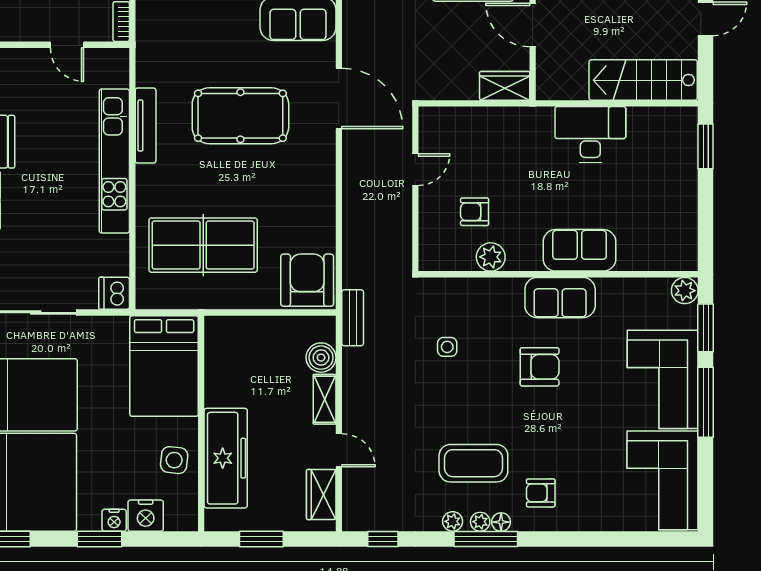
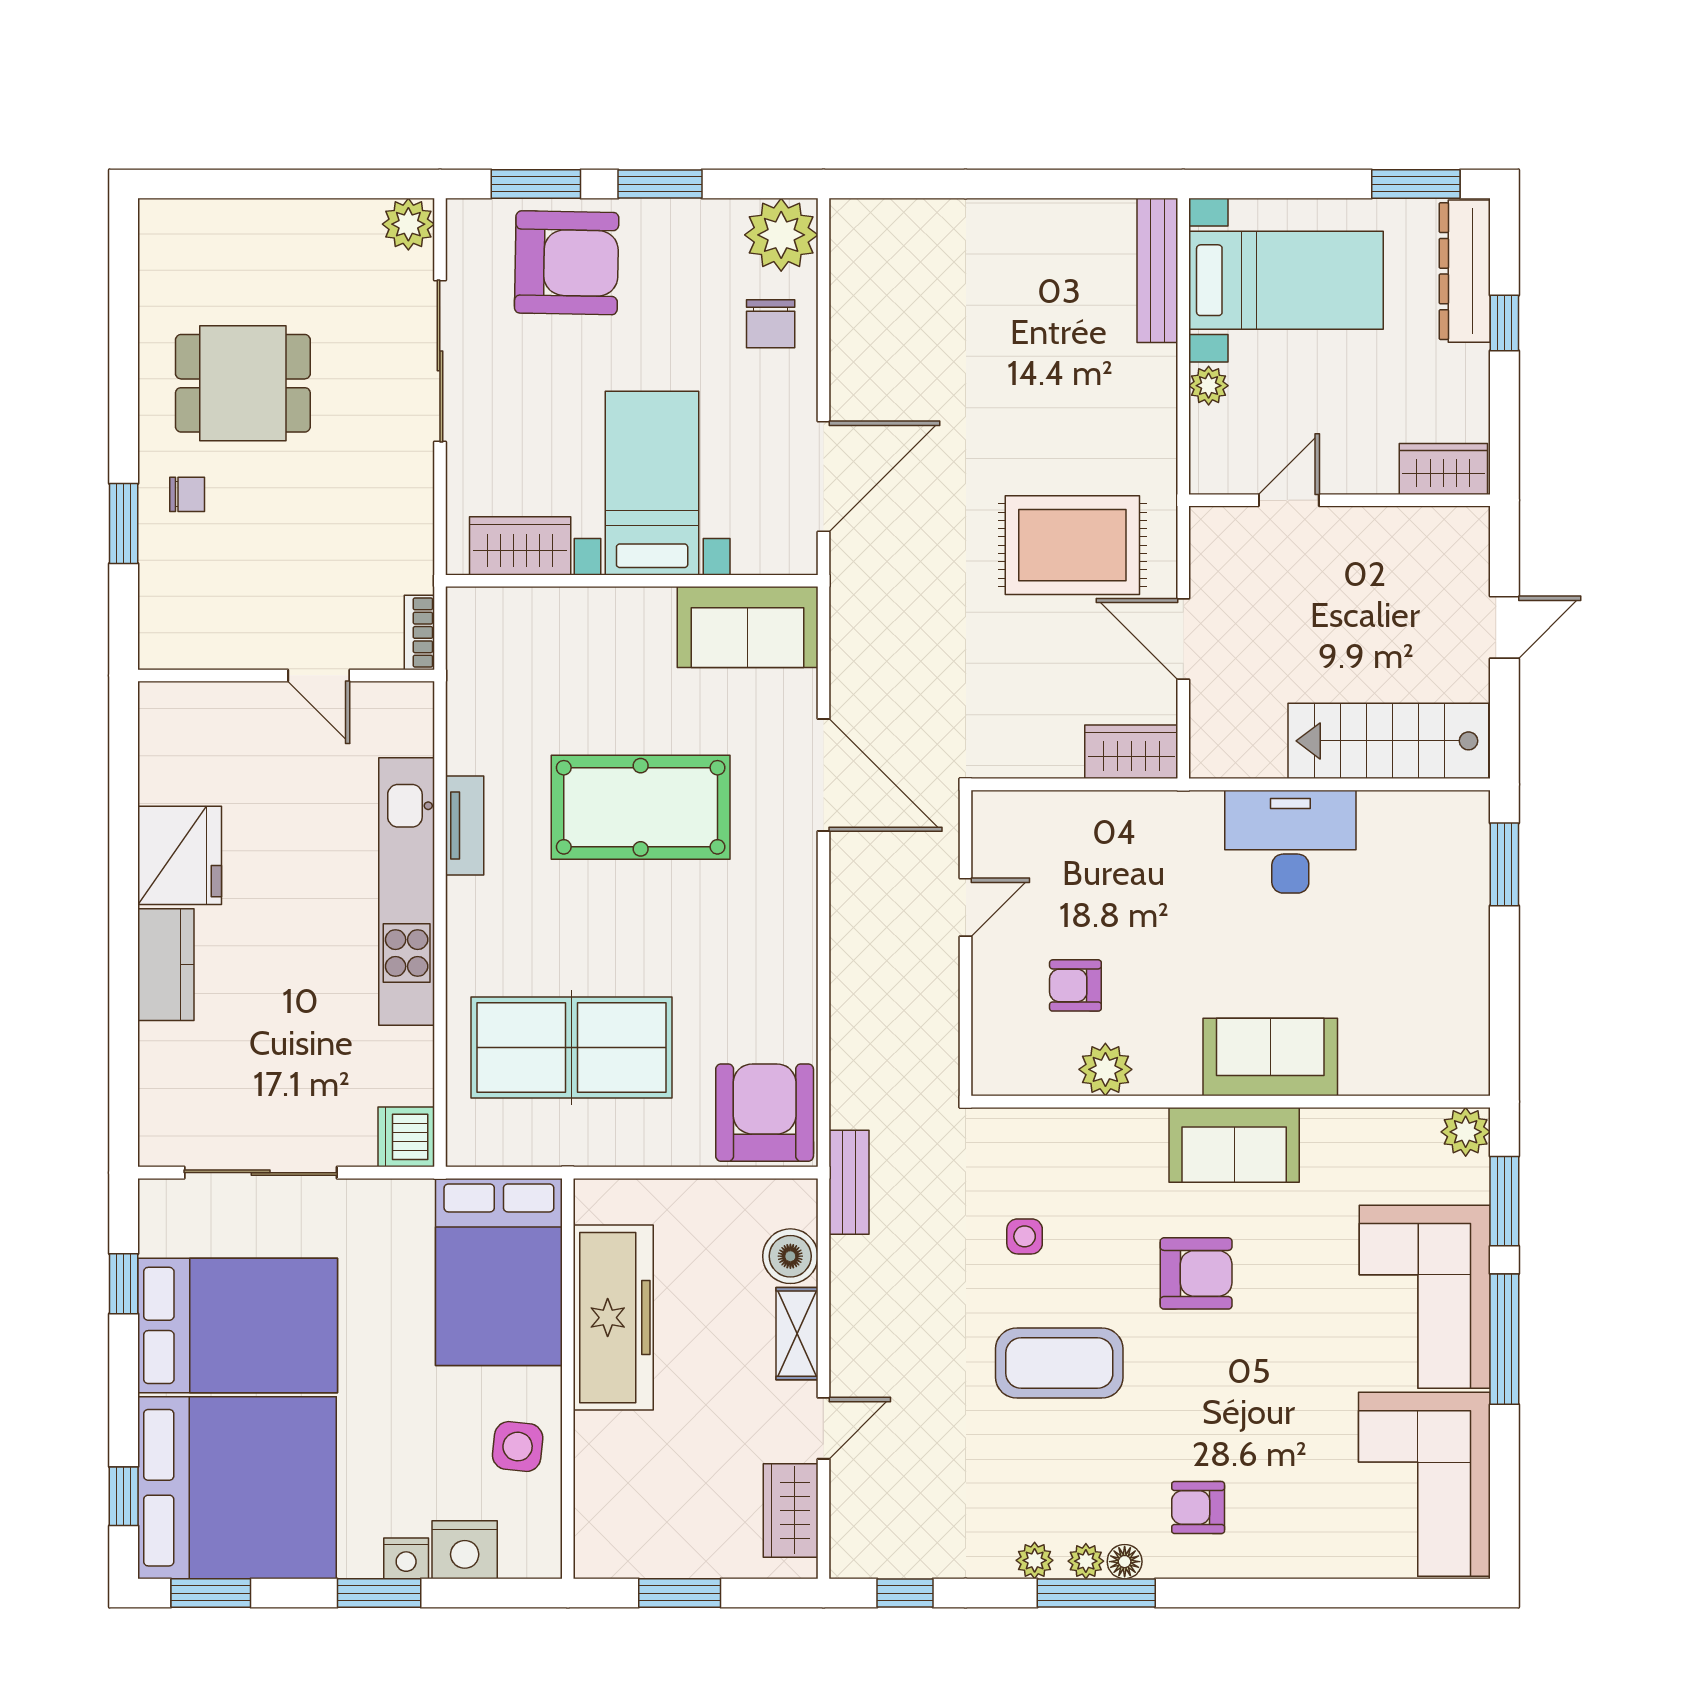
tv unit: (146, 126) -> (465, 825), width x0.71
door: (339, 450) -> (823, 1428), hinge flipped
freezer: (226, 458) -> (613, 1318), moved
coffee table: (473, 463) -> (1059, 1363), moved

